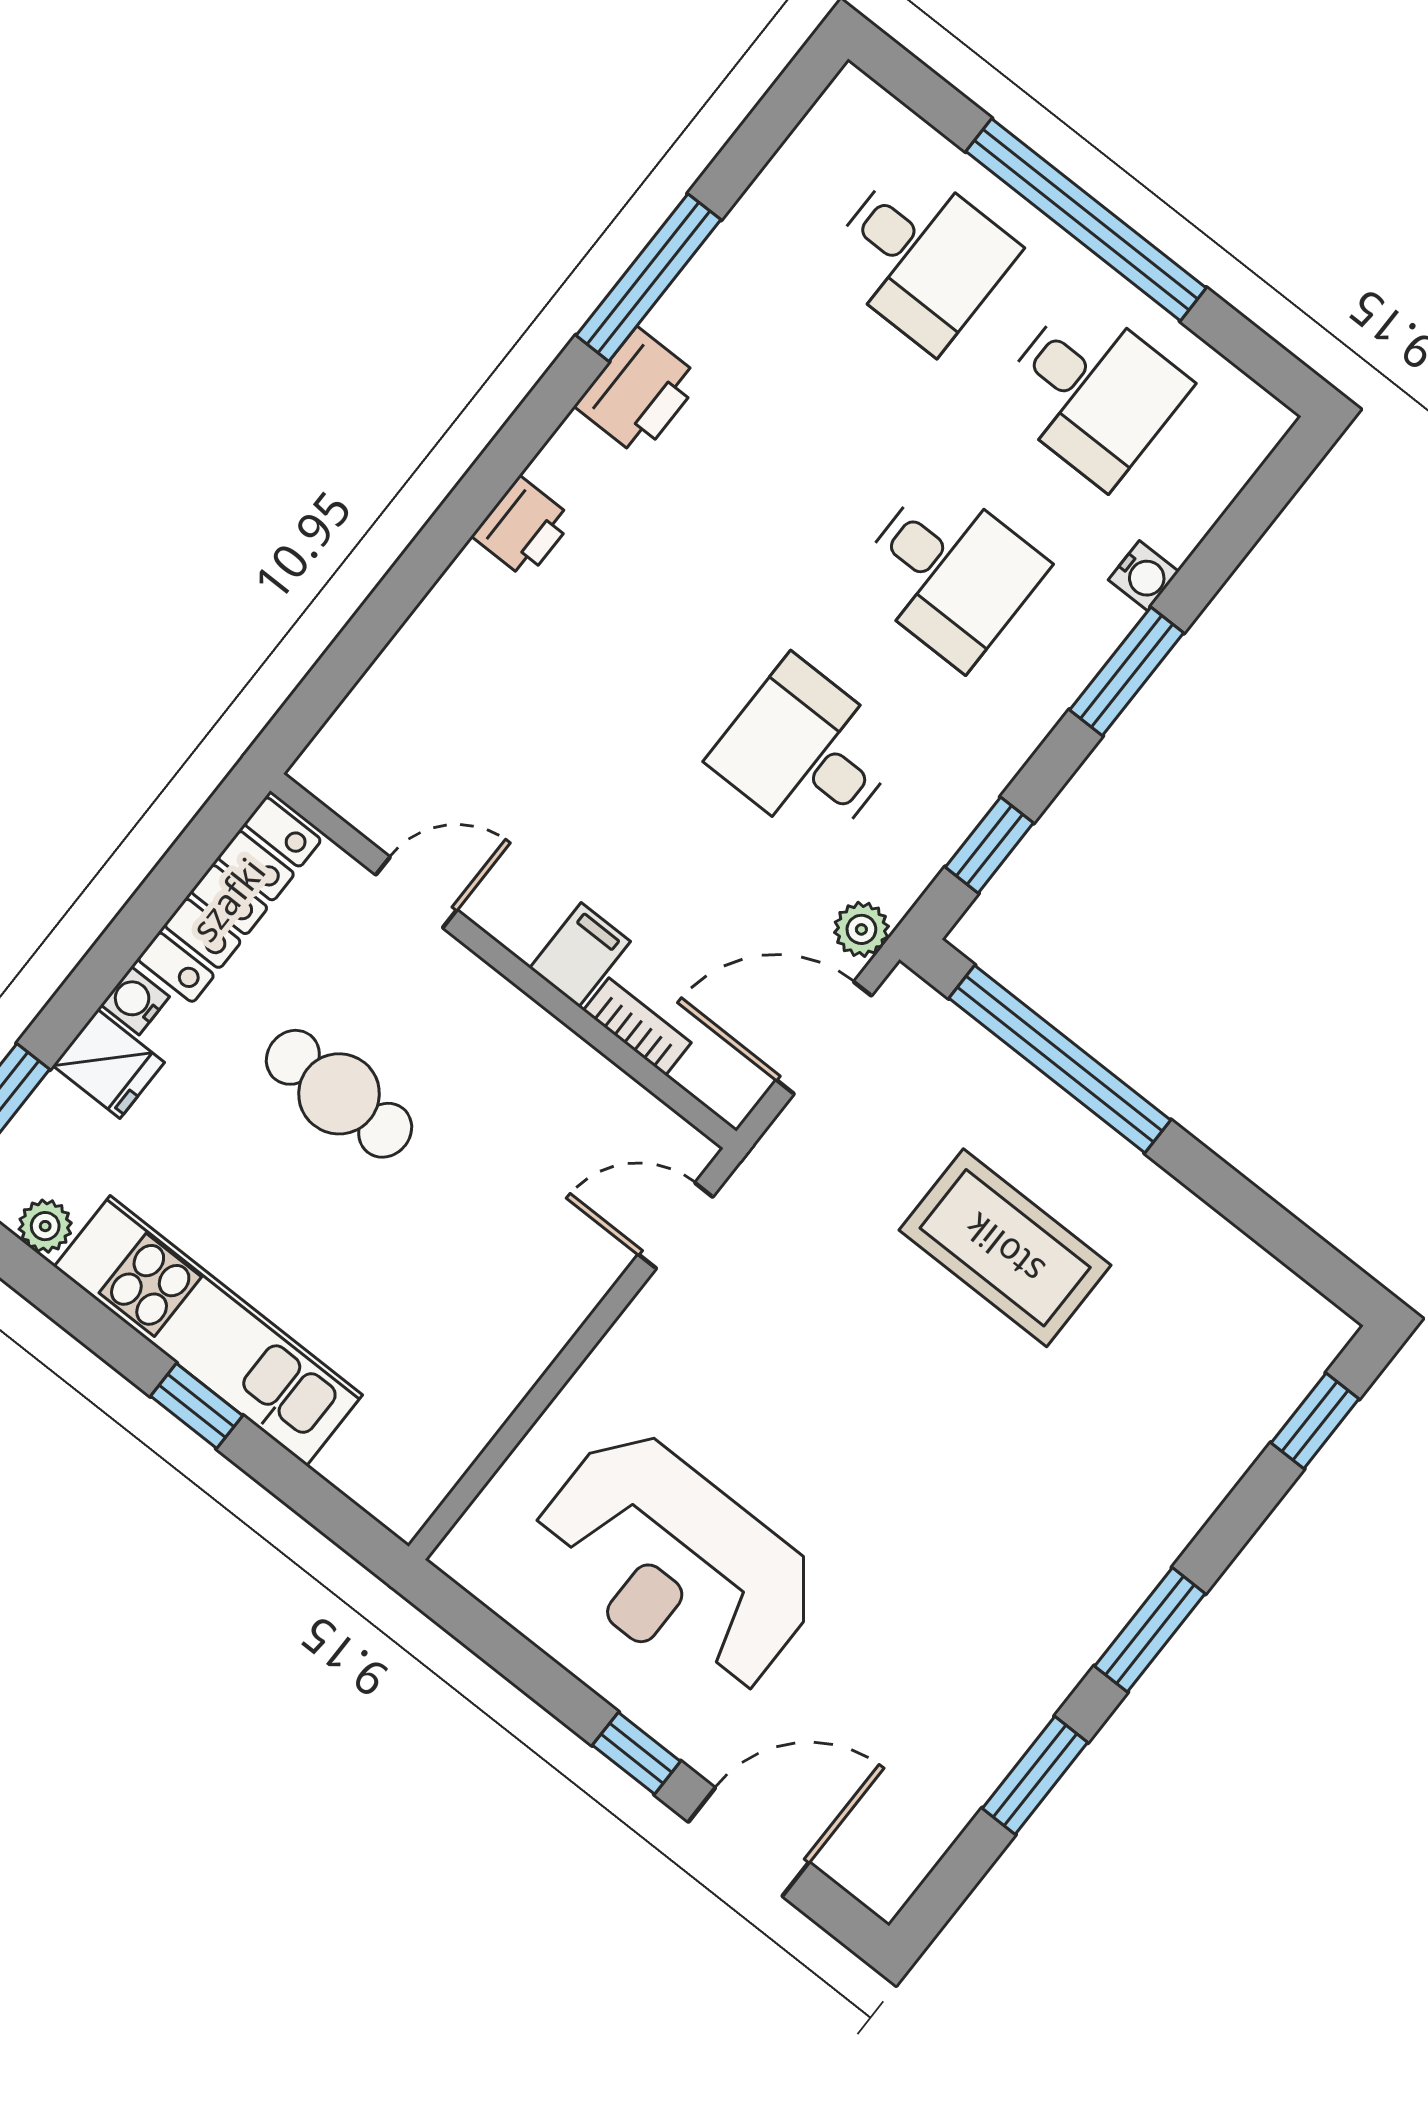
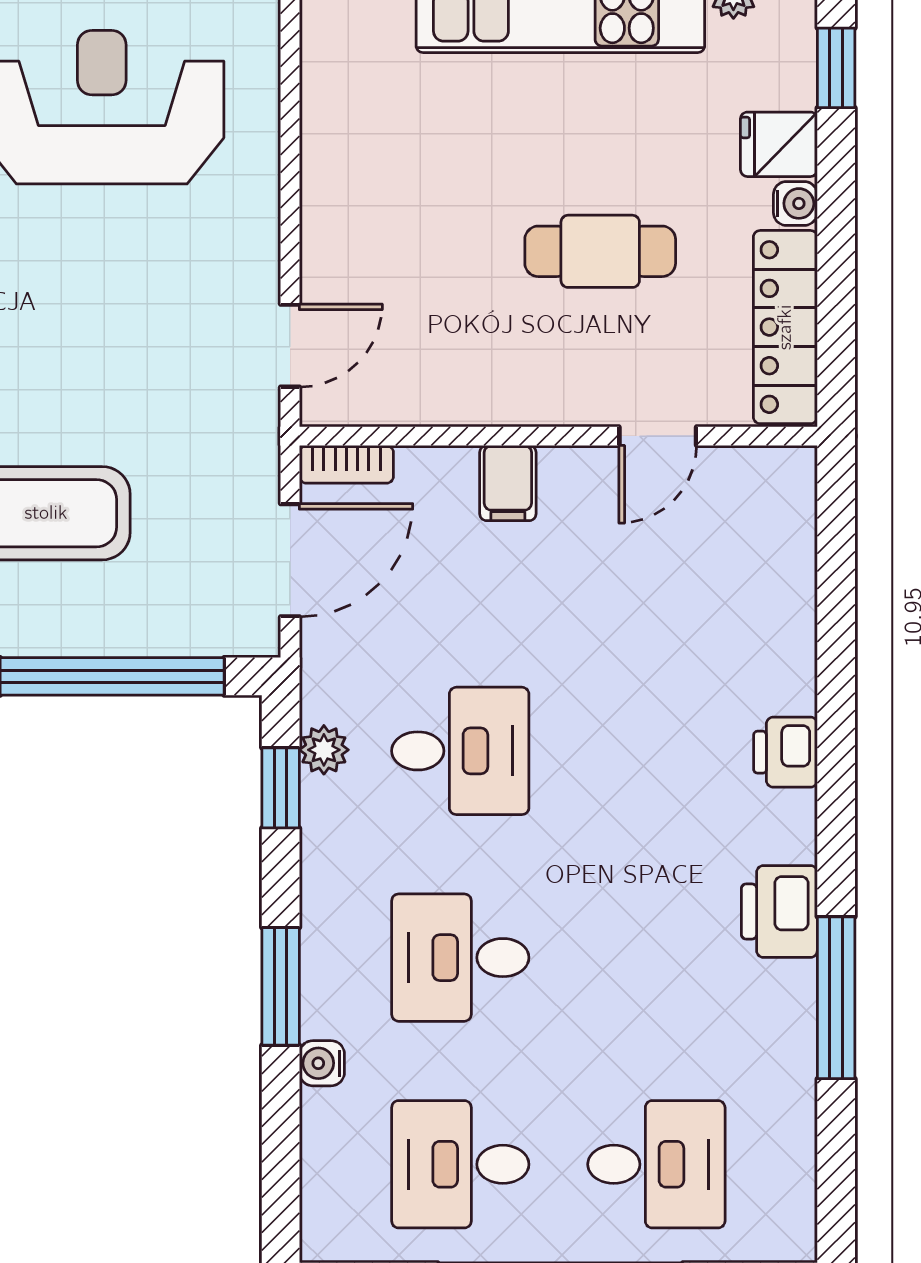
desk: (921, 256) -> (656, 1164), turned 180
plant: (861, 929) -> (324, 750), moved
bookcase: (637, 1027) -> (346, 464), moved

